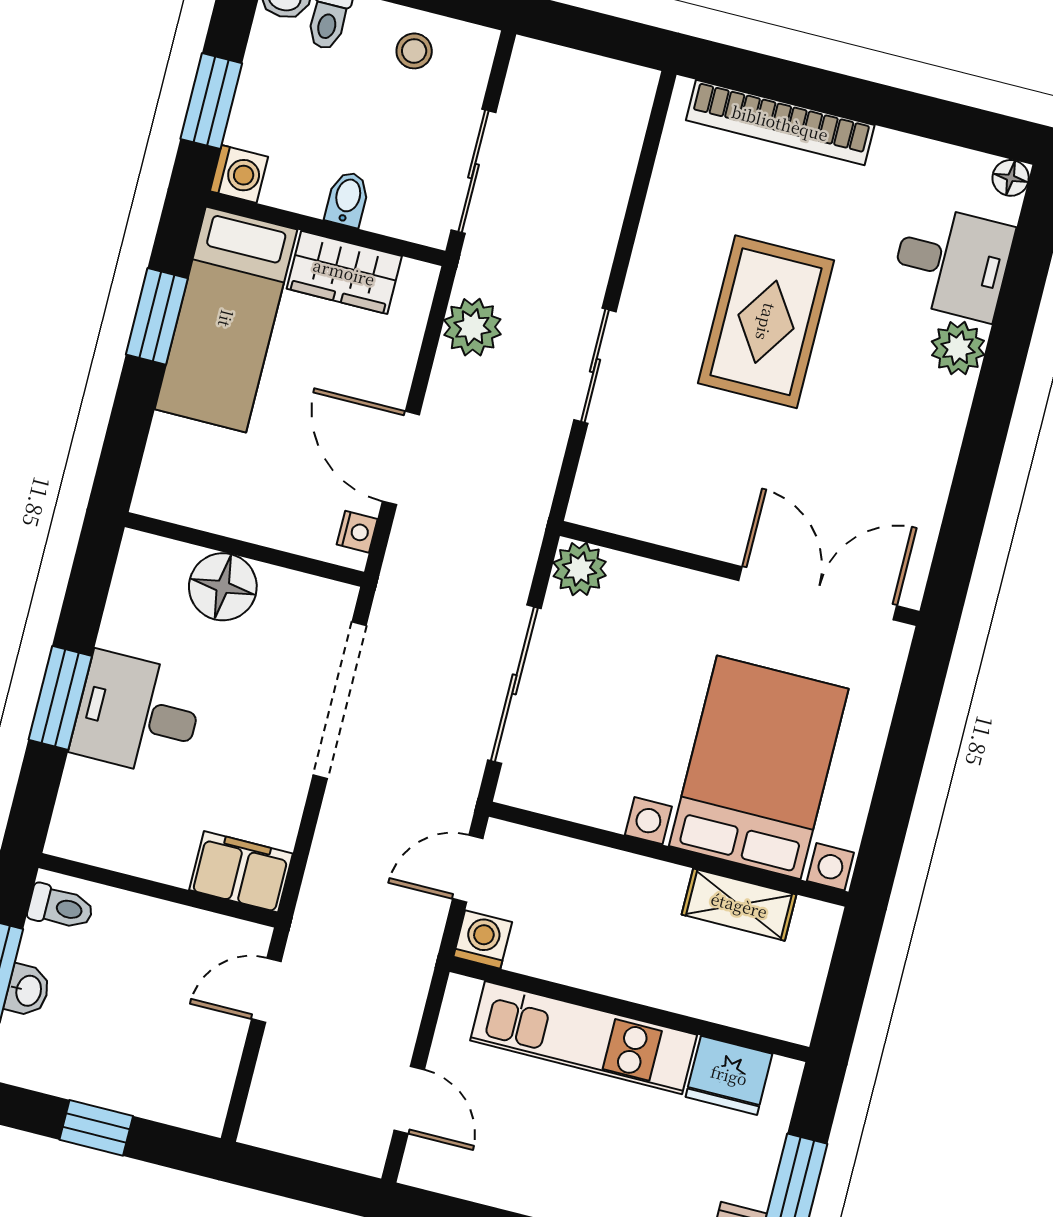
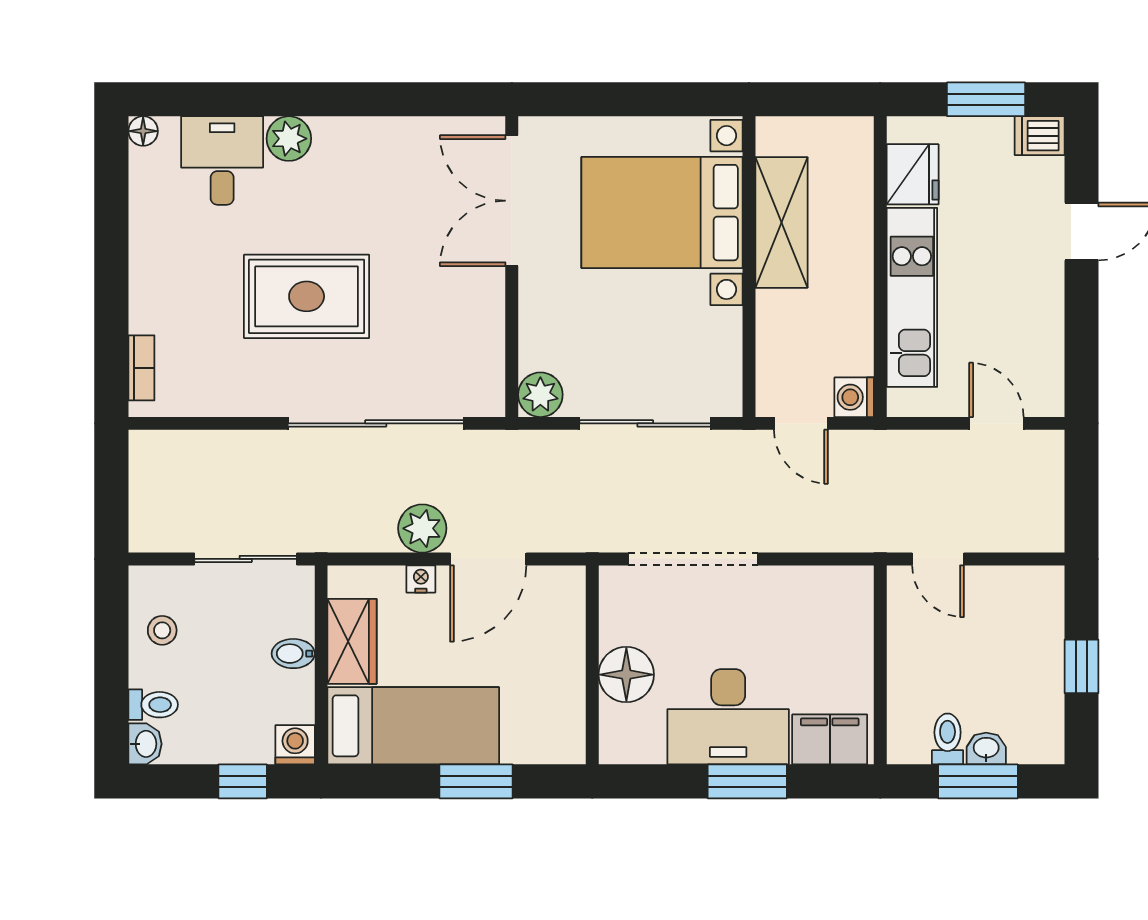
window: (211, 101) -> (243, 781), width x0.67
bookcase: (780, 123) -> (141, 368), width x0.43, depth x0.76
window: (157, 316) -> (476, 781), moved
plant: (472, 327) -> (422, 528), moved
sliding door: (595, 366) -> (376, 423), width x1.86
nightstand: (357, 532) -> (421, 579), moved
desk: (137, 714) -> (728, 717), width x1.37
filing cabinet: (241, 872) -> (830, 739), moved, turned 90
shelving: (739, 905) -> (781, 222), width x1.50, depth x1.33
toilet: (61, 907) -> (948, 739), moved
door: (409, 1100) -> (996, 423), hinge flipped

